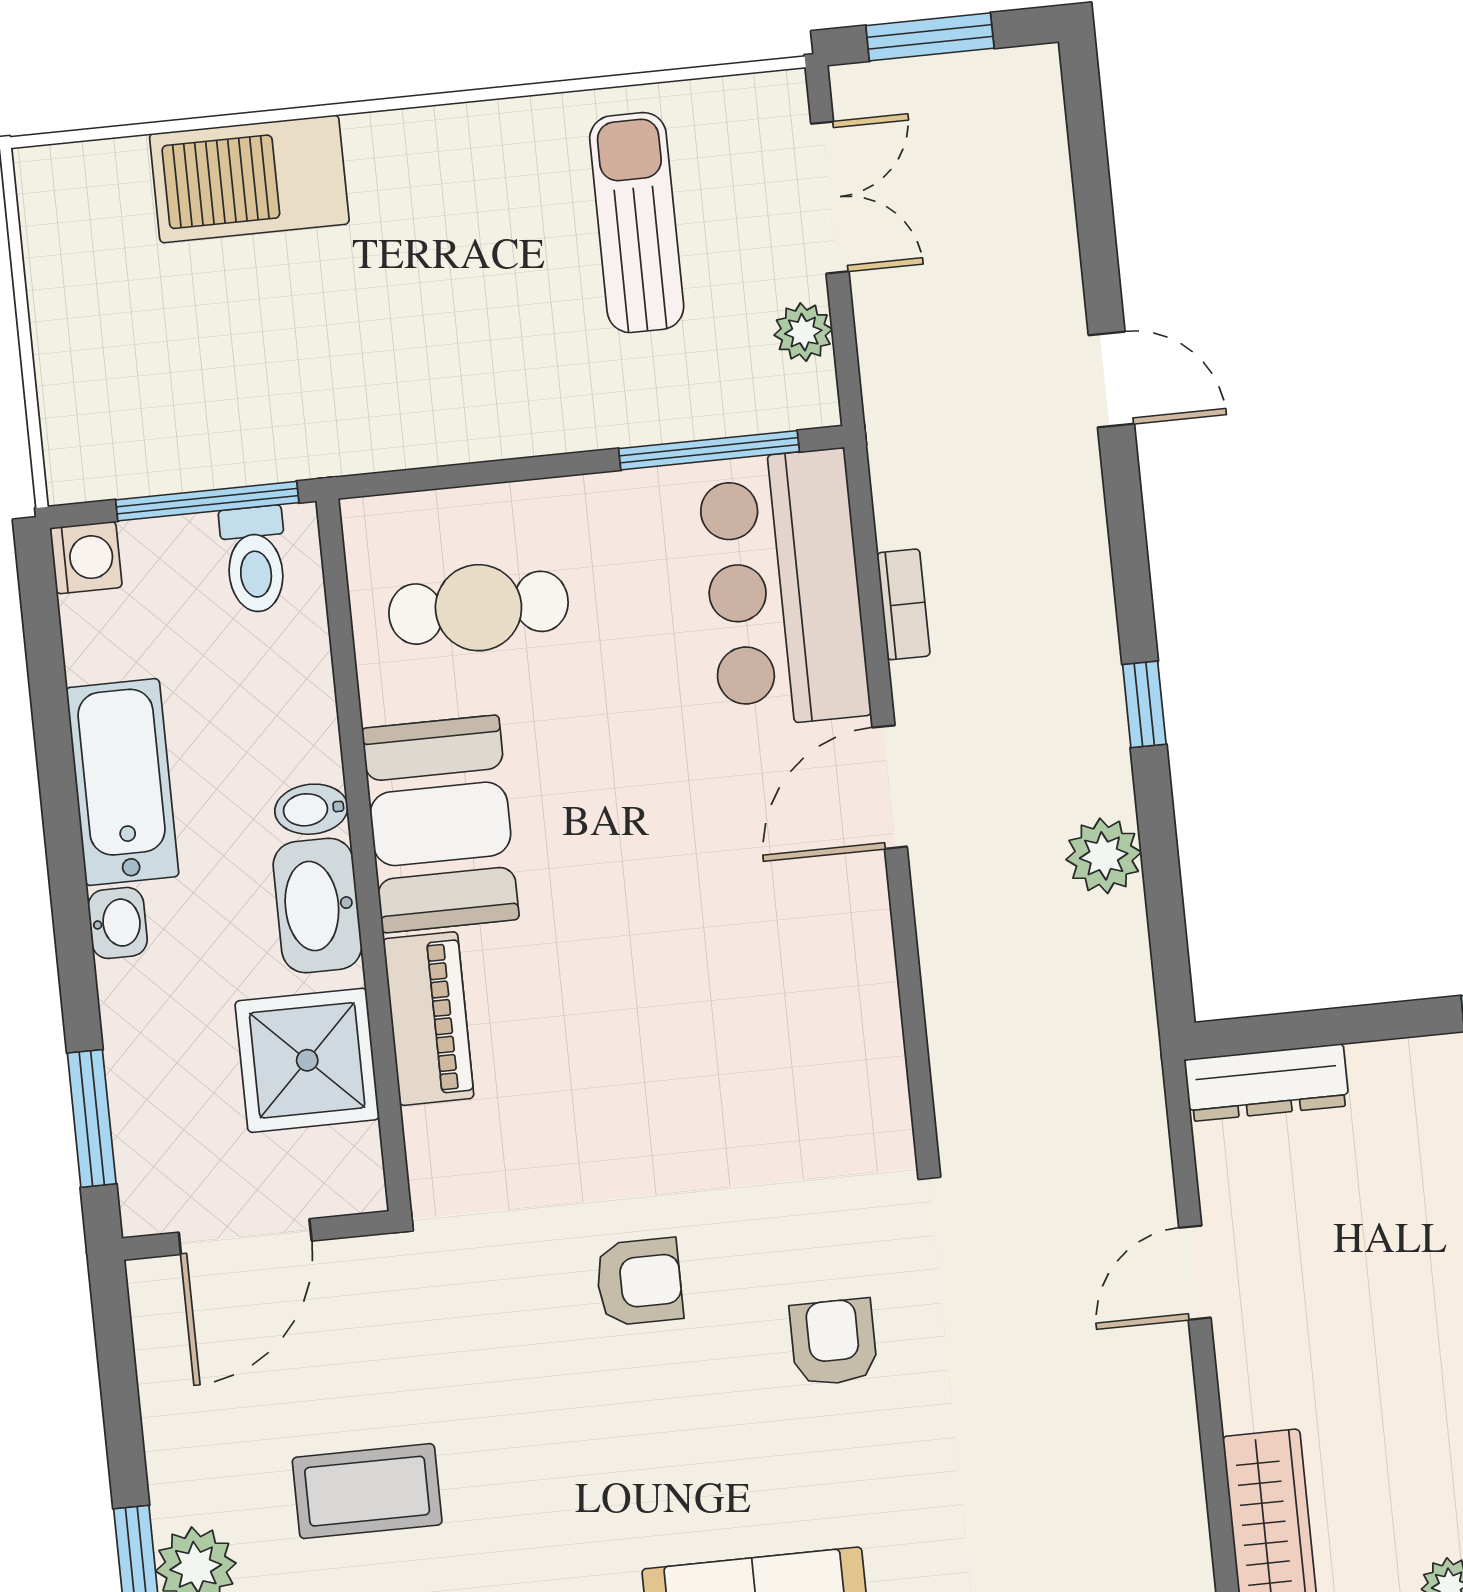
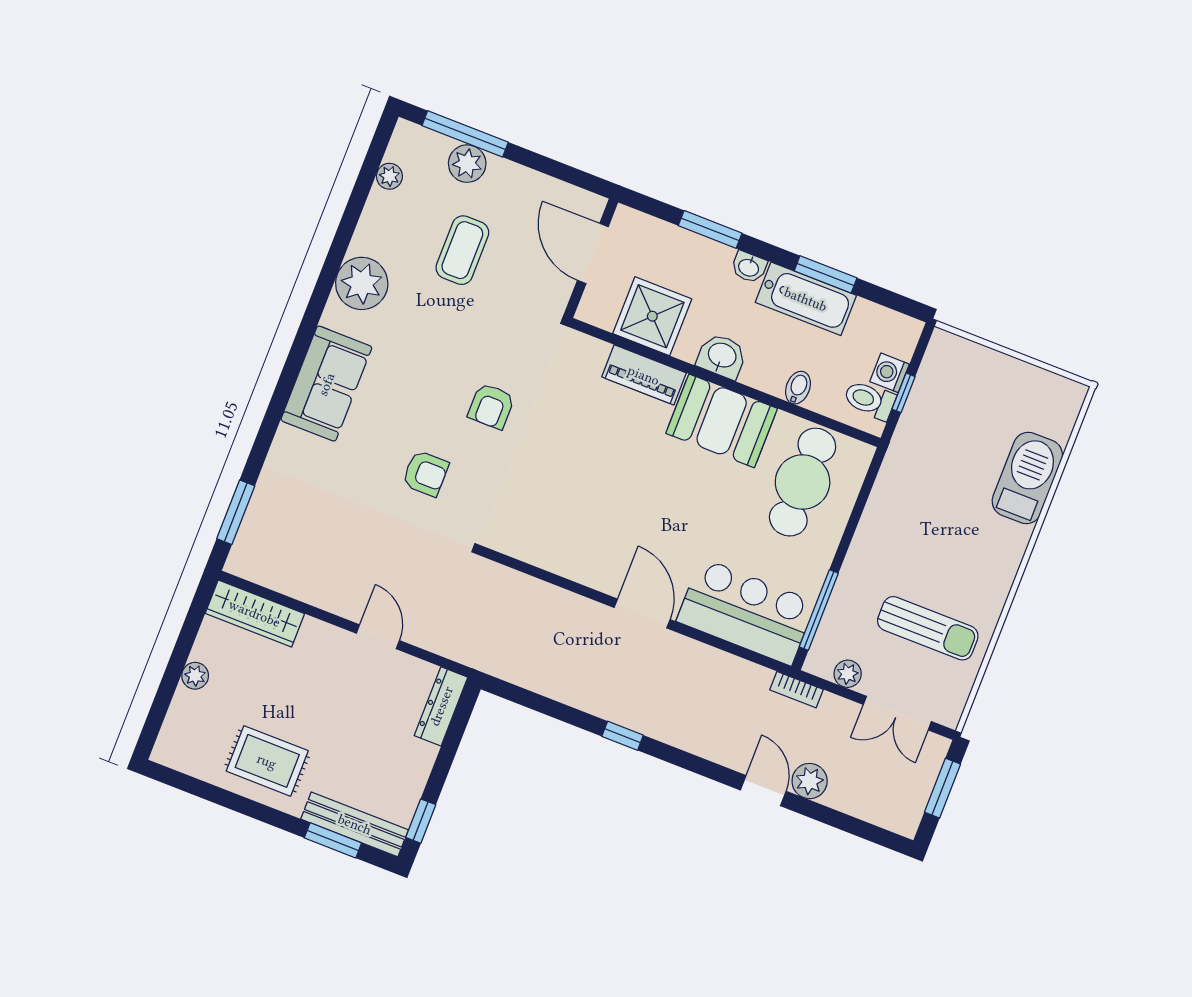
door: (1111, 379) -> (763, 791), swing flipped
window: (207, 501) -> (904, 393), width x0.46
washing machine: (86, 558) -> (890, 373), moved, turned 90
bookcase: (903, 604) -> (796, 690), moved
cafe table: (478, 608) -> (803, 482), width x1.37, depth x1.35
window: (56, 768) -> (826, 274), added
bidet: (311, 809) -> (798, 388), moved
plant: (1104, 856) -> (810, 781), moved
washbasin: (318, 905) -> (722, 356), width x0.72
window: (92, 1118) -> (710, 229), moved

